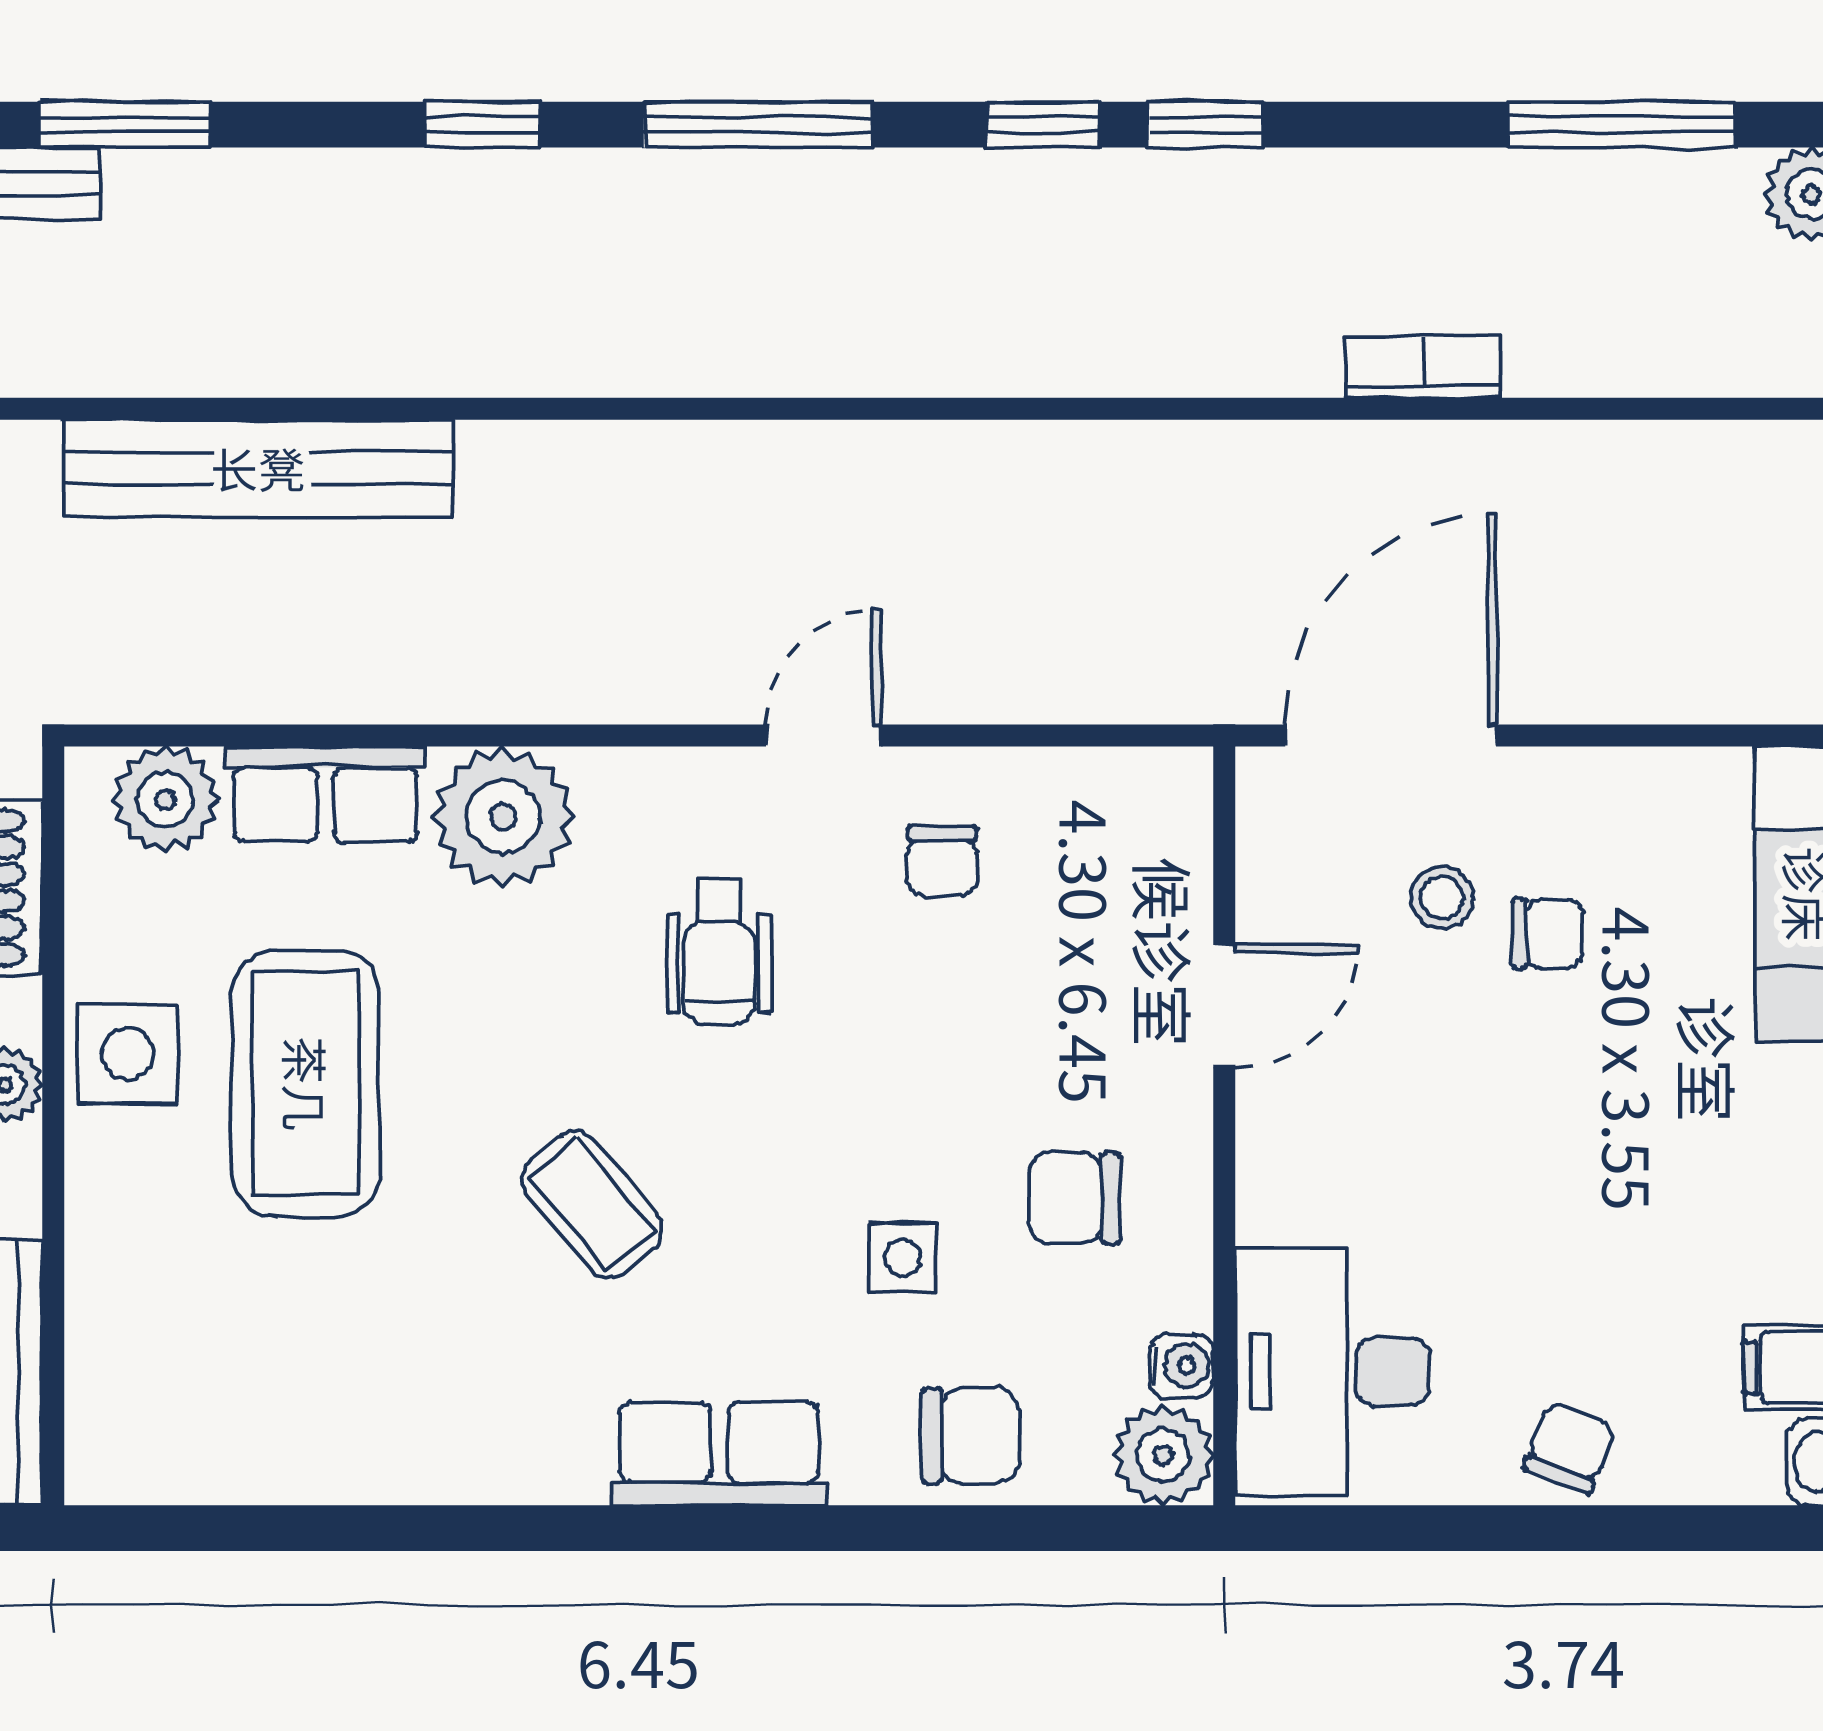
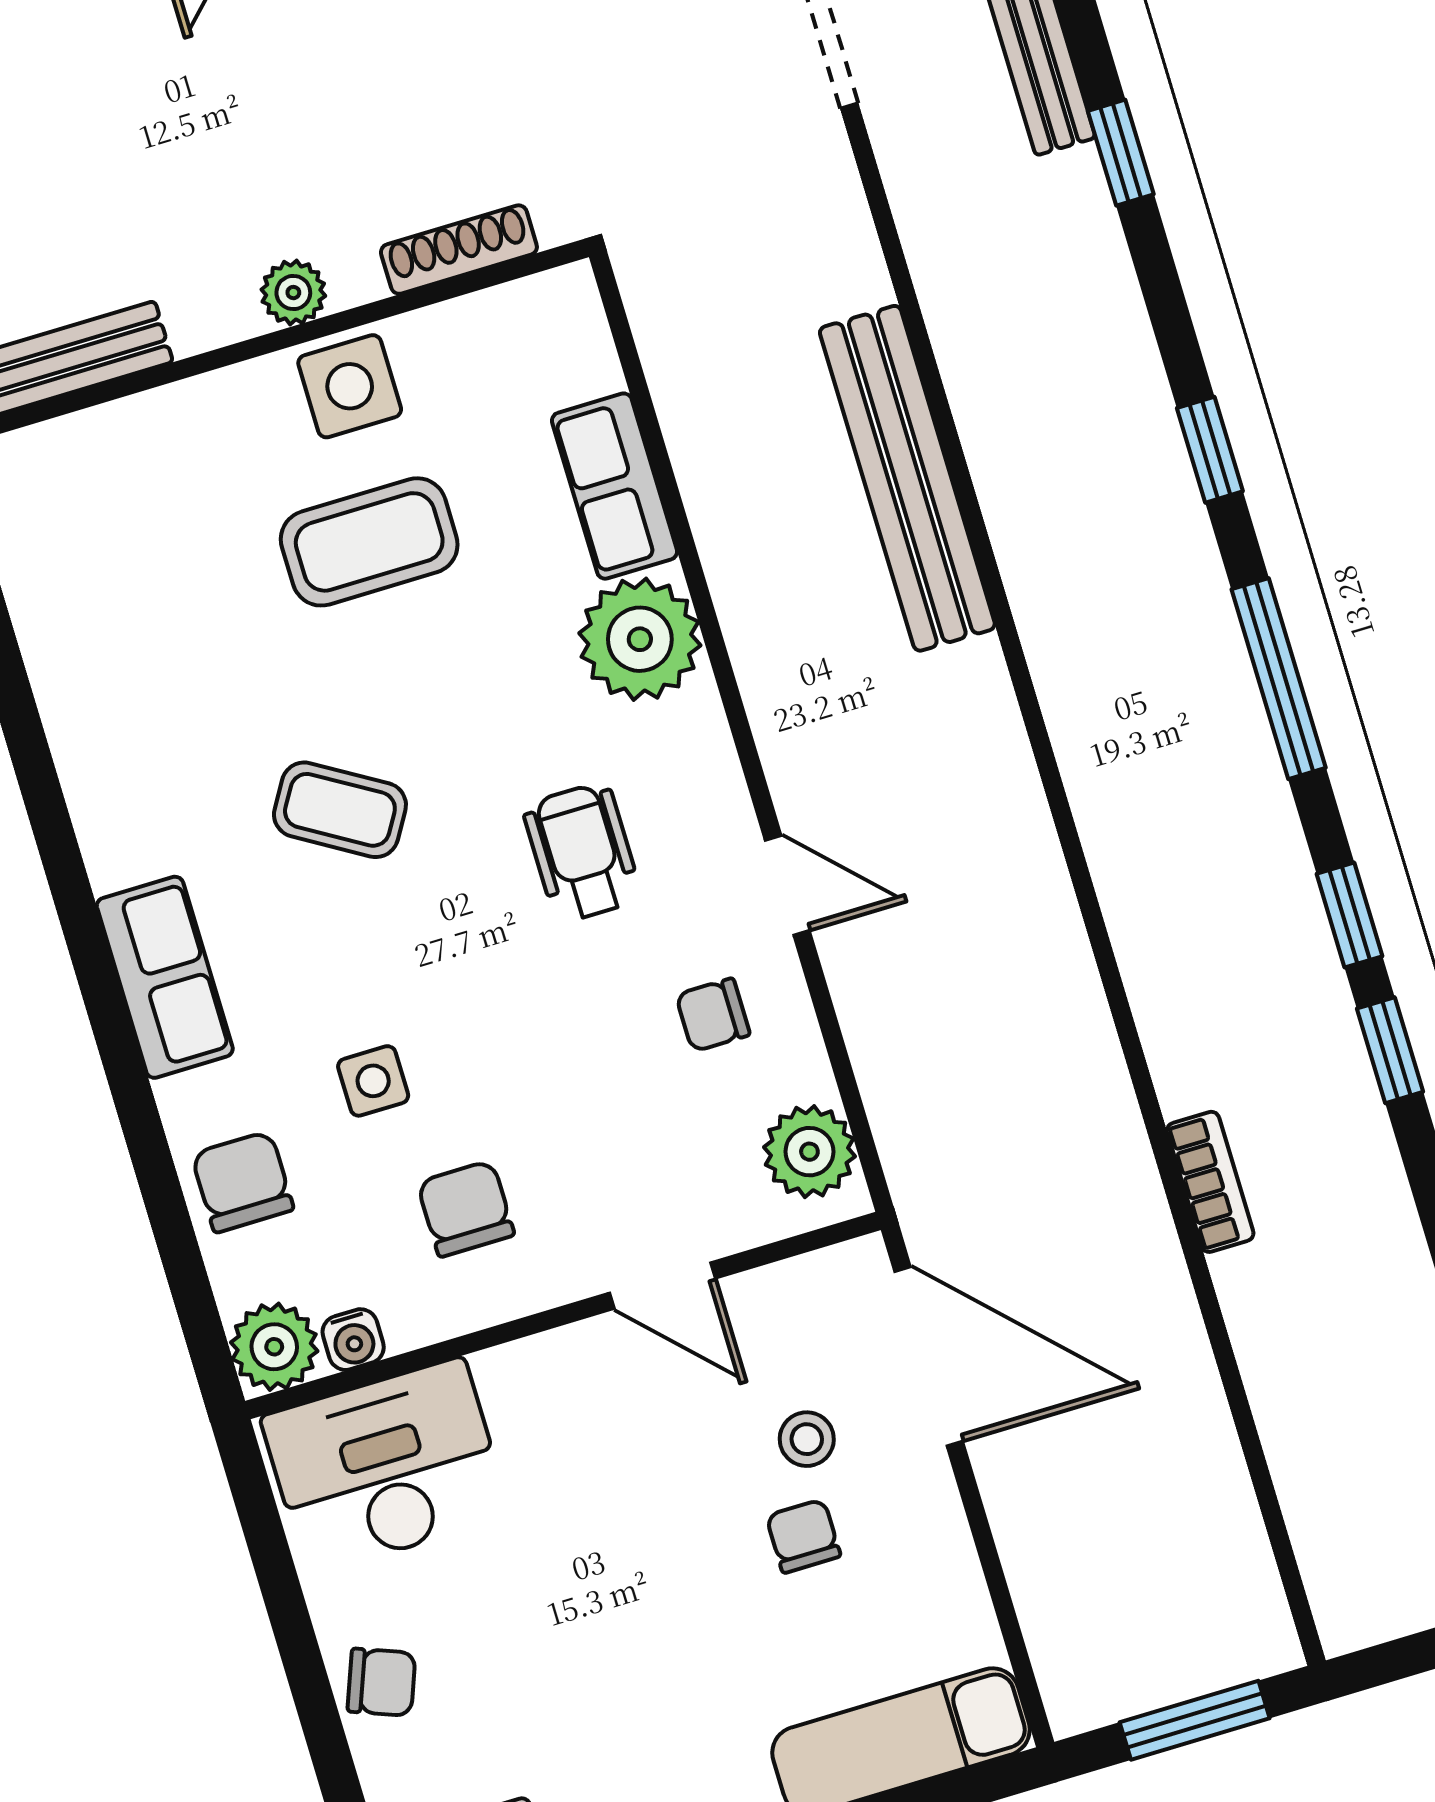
window: (125, 125) -> (1121, 153), width x0.67
bookcase: (1423, 367) -> (1210, 1182), moved
bench: (258, 468) -> (907, 478), moved
plant: (165, 799) -> (809, 1152), moved
chair: (1548, 934) -> (803, 1536), turned 180
wheelchair: (719, 951) -> (582, 852), turned 90
coffee table: (306, 1084) -> (369, 542), width x0.73, depth x0.76
coffee table: (592, 1205) -> (340, 810), turned 71
chair: (971, 1436) -> (242, 1182), turned 180

